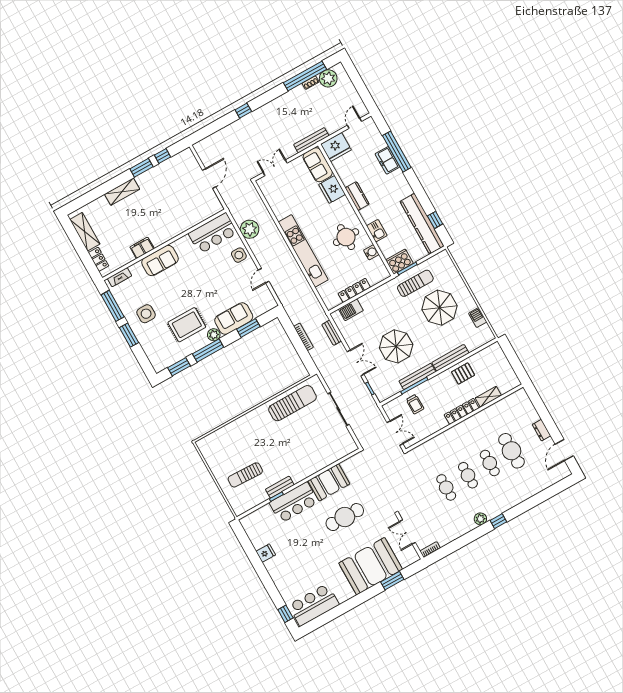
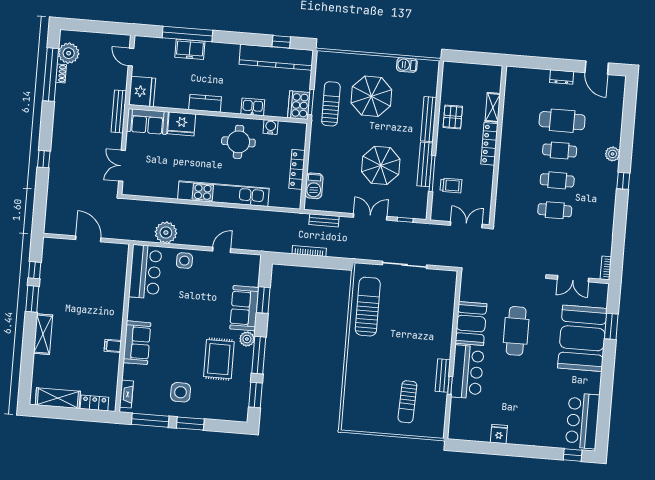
filing cabinet: (142, 248) -> (113, 346), width x0.50
door: (264, 276) -> (222, 250), swing flipped
plant: (480, 519) -> (613, 154), moved

